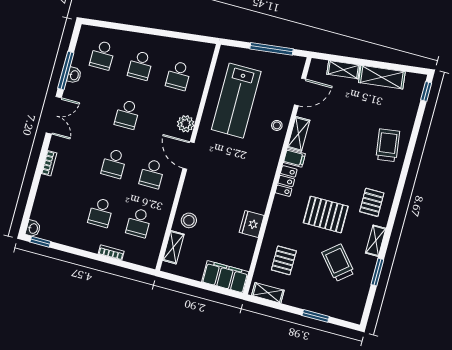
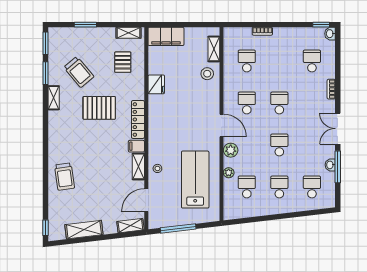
shelving: (343, 70) -> (130, 226), moved
plant: (195, 98) -> (229, 173), added
locker: (286, 181) -> (138, 119), width x1.53
pallet: (372, 202) -> (65, 127), removed
school desk: (101, 212) -> (312, 61), moved
window: (368, 307) -> (46, 43), added

